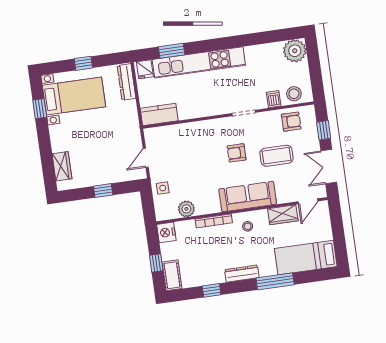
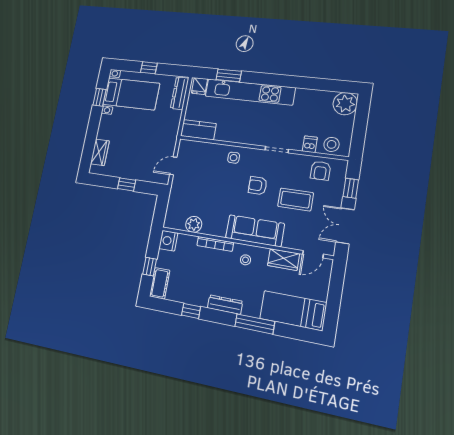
armchair: (291, 122) -> (320, 171), turned 90
side table: (163, 188) -> (234, 158), moved

